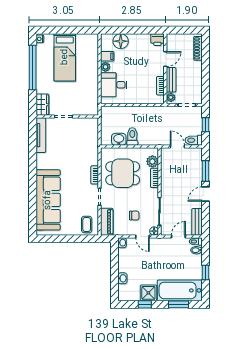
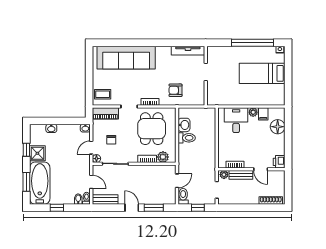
wardrobe: (42, 105) -> (217, 52), removed
armchair: (82, 148) -> (175, 90), added

